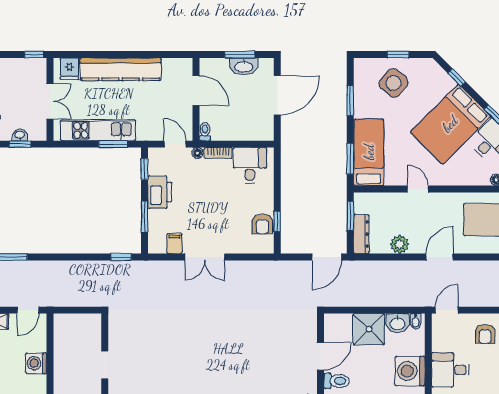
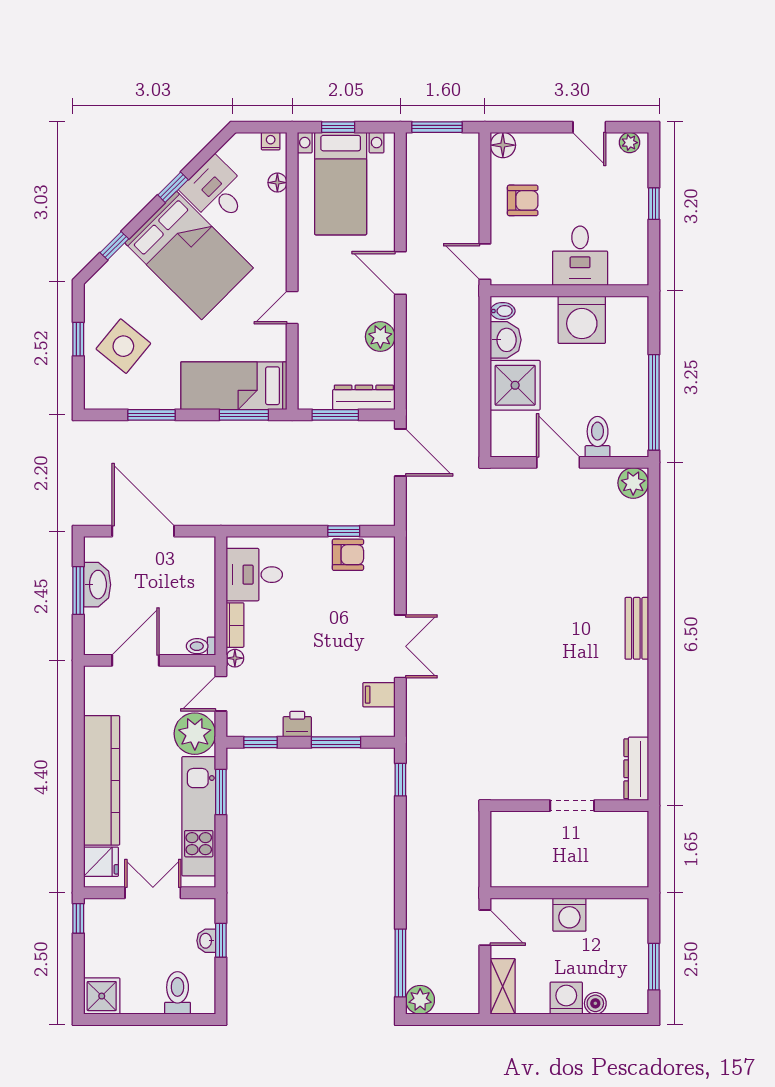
plant: (150, 128) -> (195, 734), added
printer: (160, 192) -> (297, 724), width x0.53, depth x0.68

